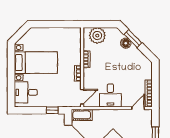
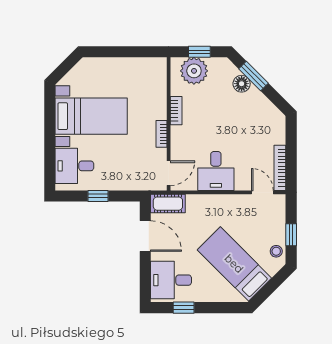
window: (100, 24) -> (199, 52), added
door: (138, 108) -> (262, 192), hinge flipped
window: (52, 110) -> (98, 196), moved

